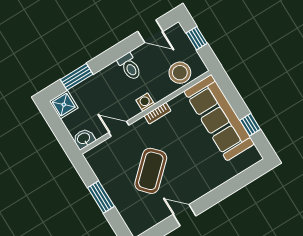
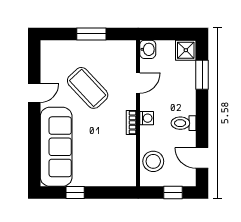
door: (150, 31) -> (202, 158), hinge flipped
sofa: (219, 118) -> (56, 147), moved, turned 90

